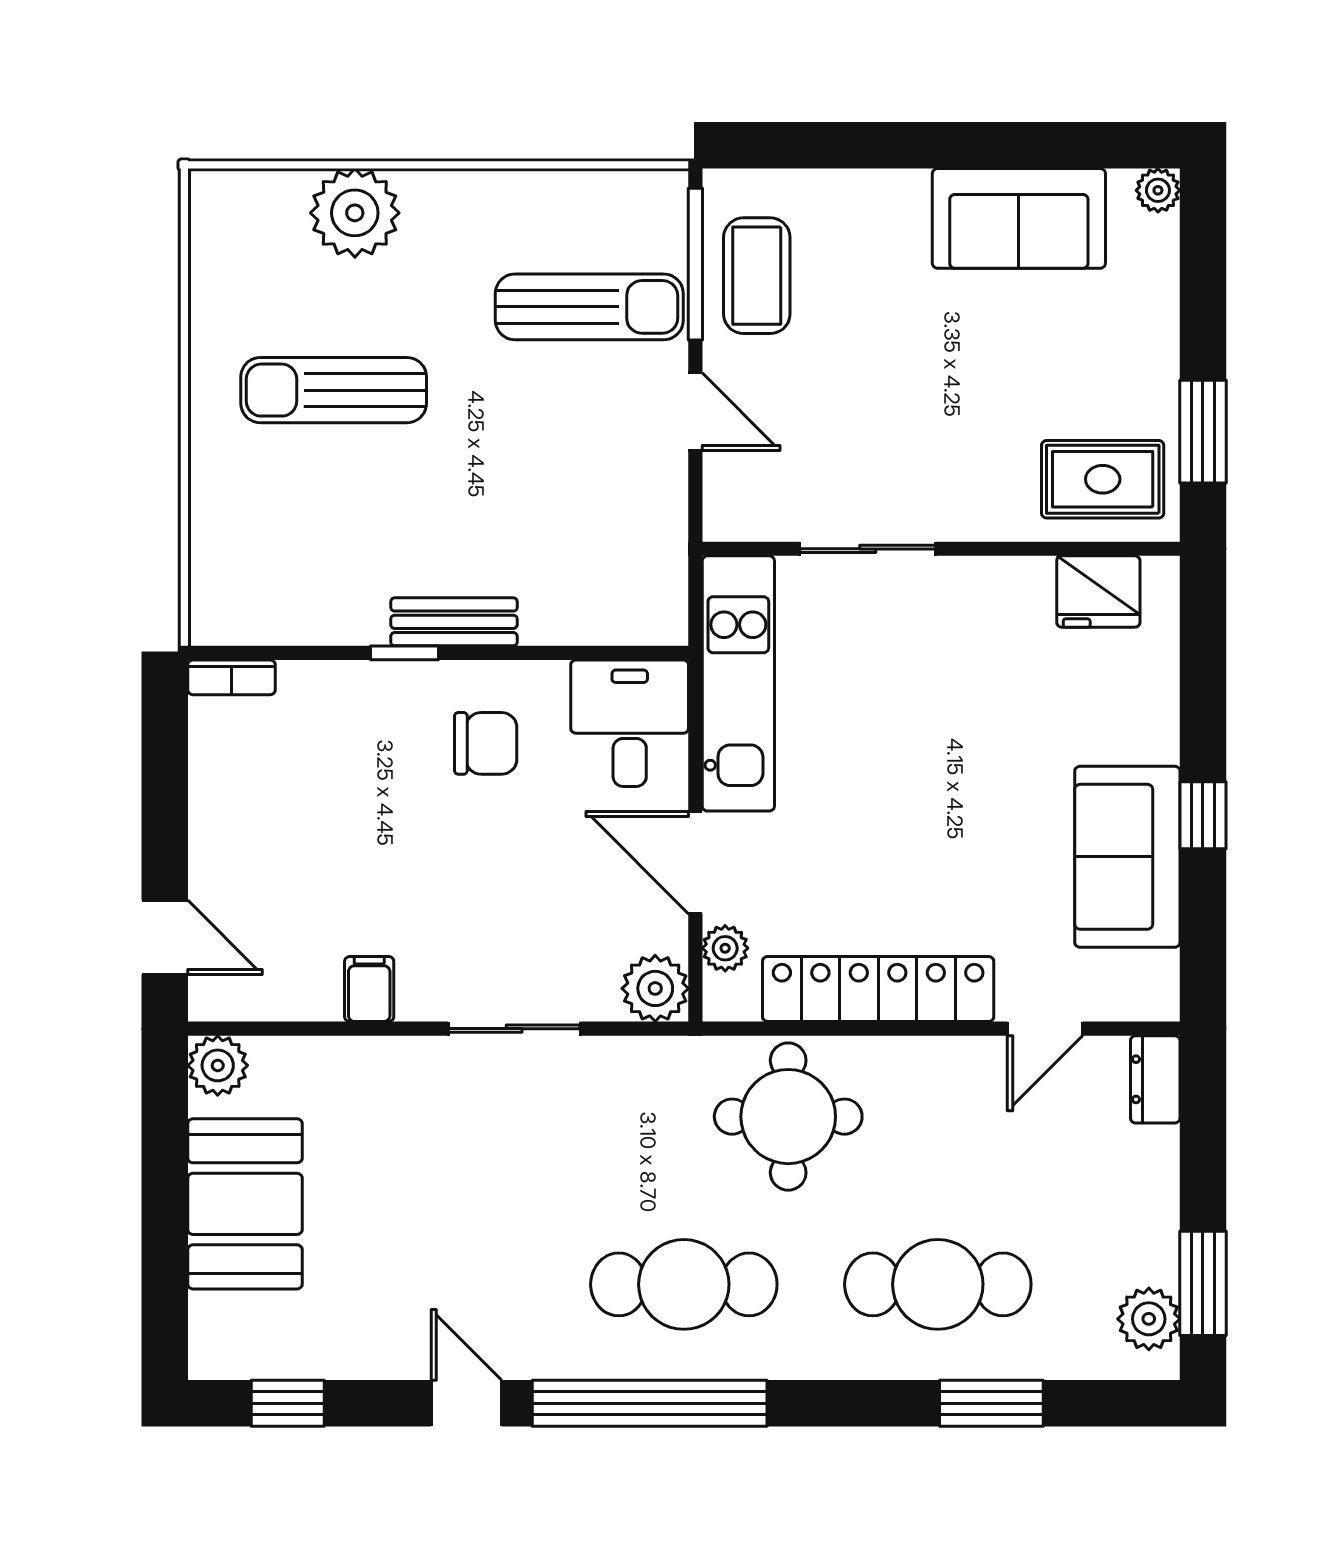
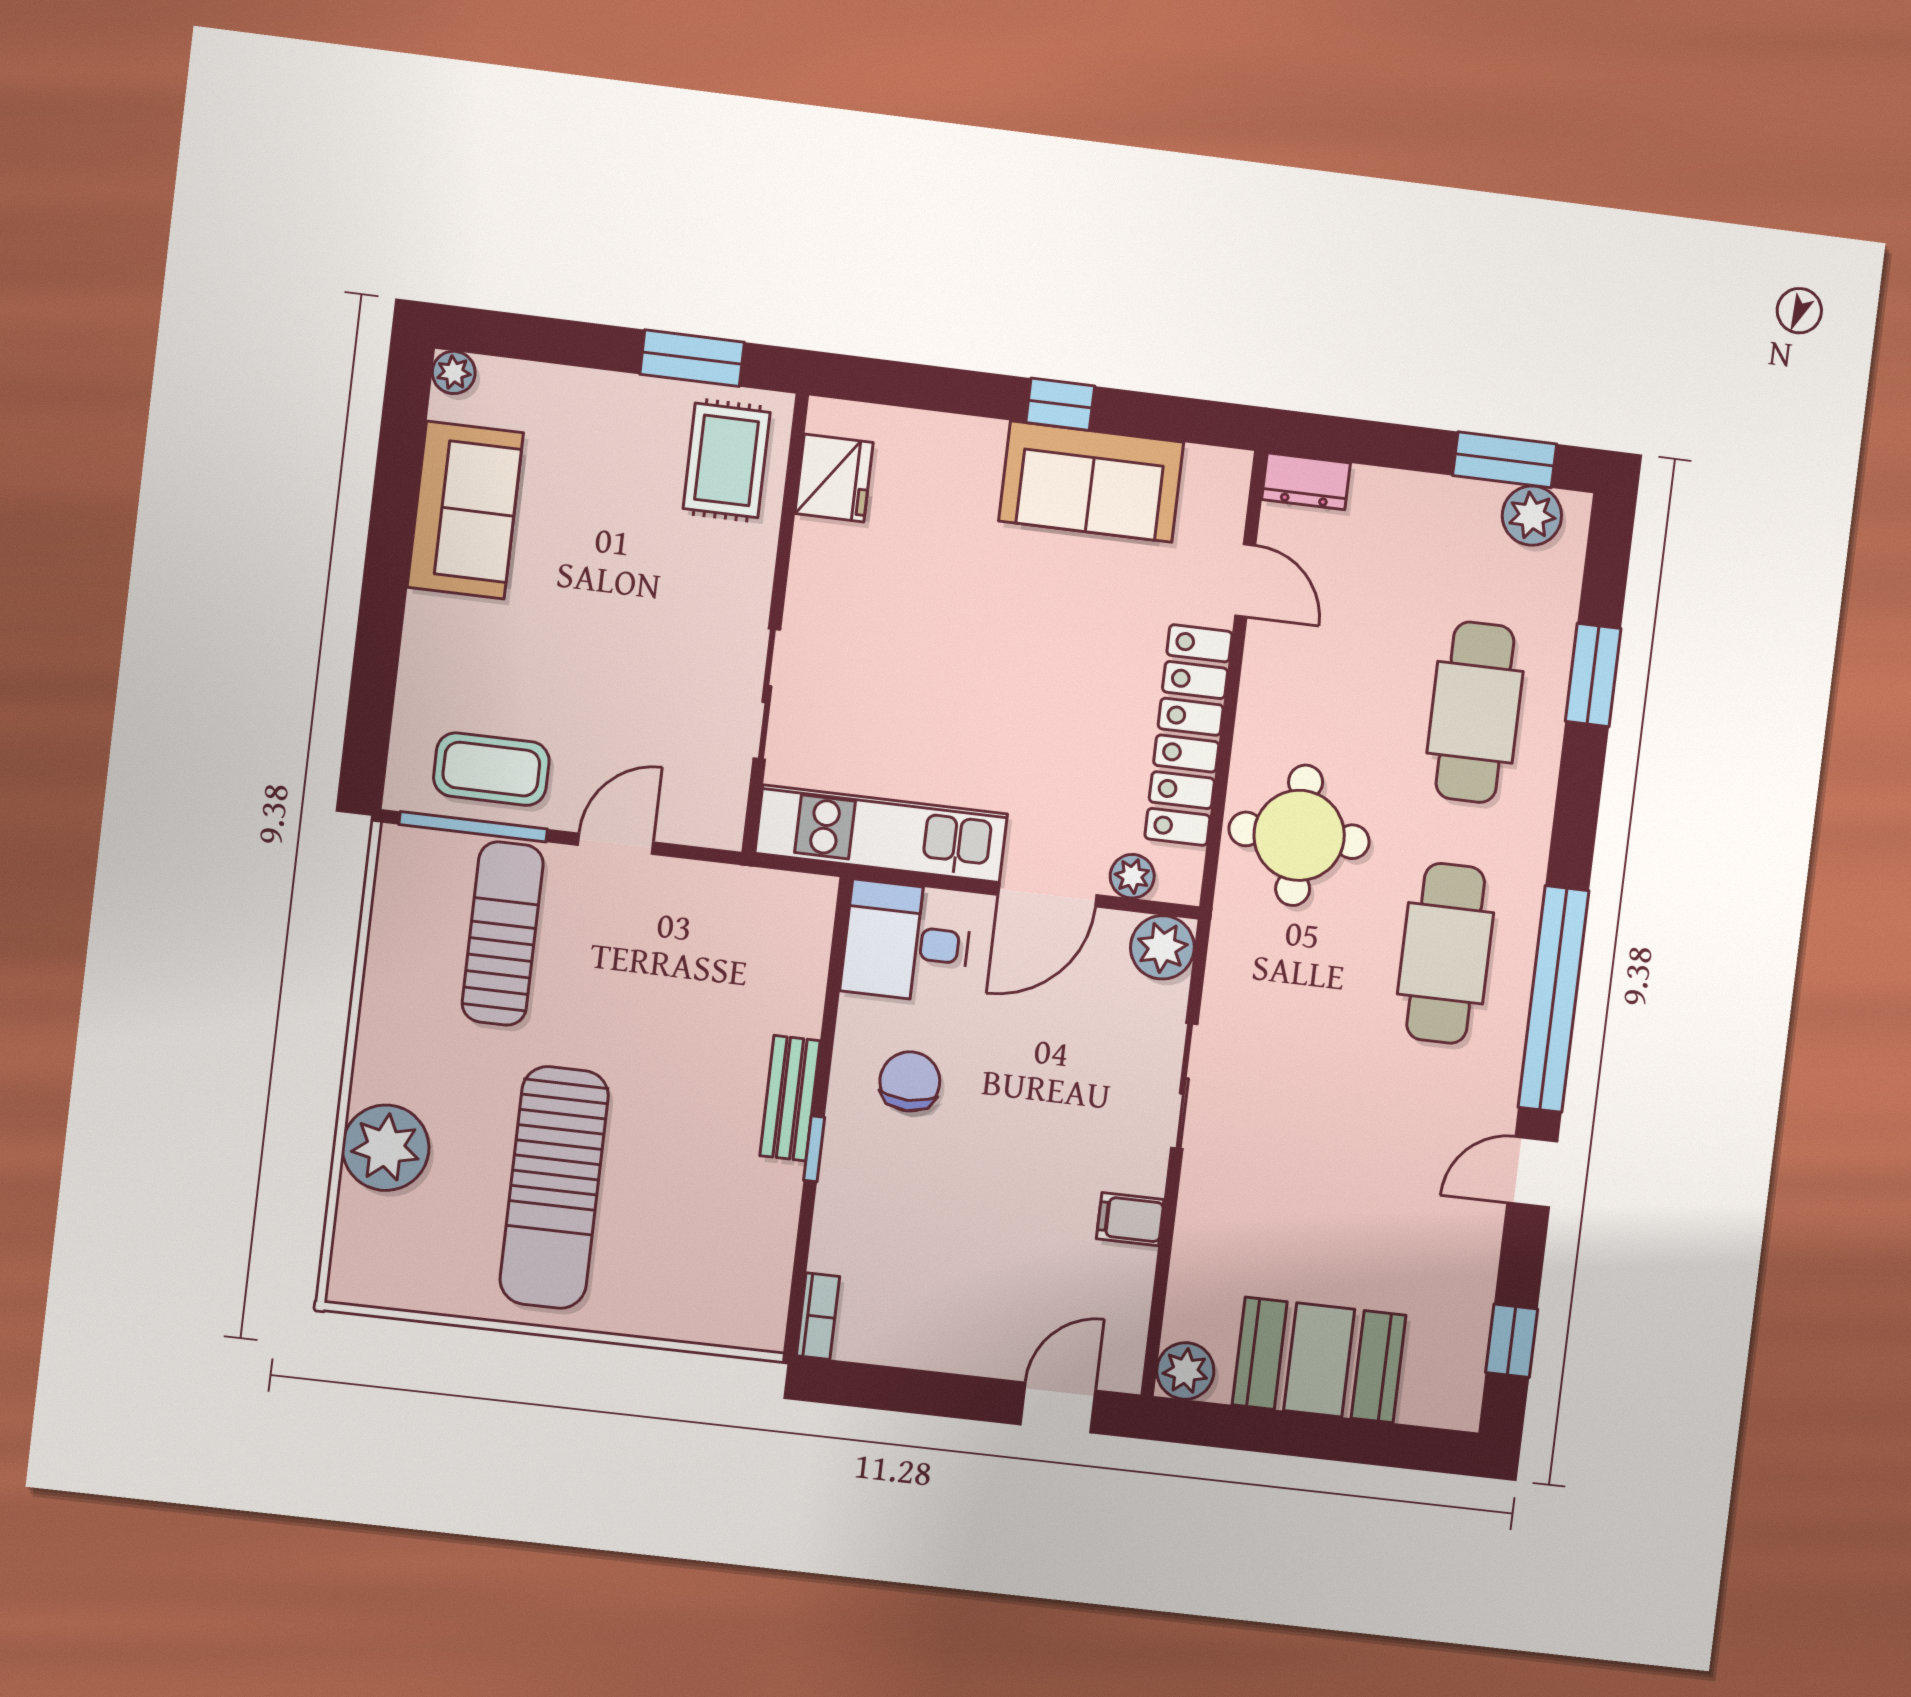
sun lounger: (334, 390) -> (554, 1187), width x1.36, depth x1.34

